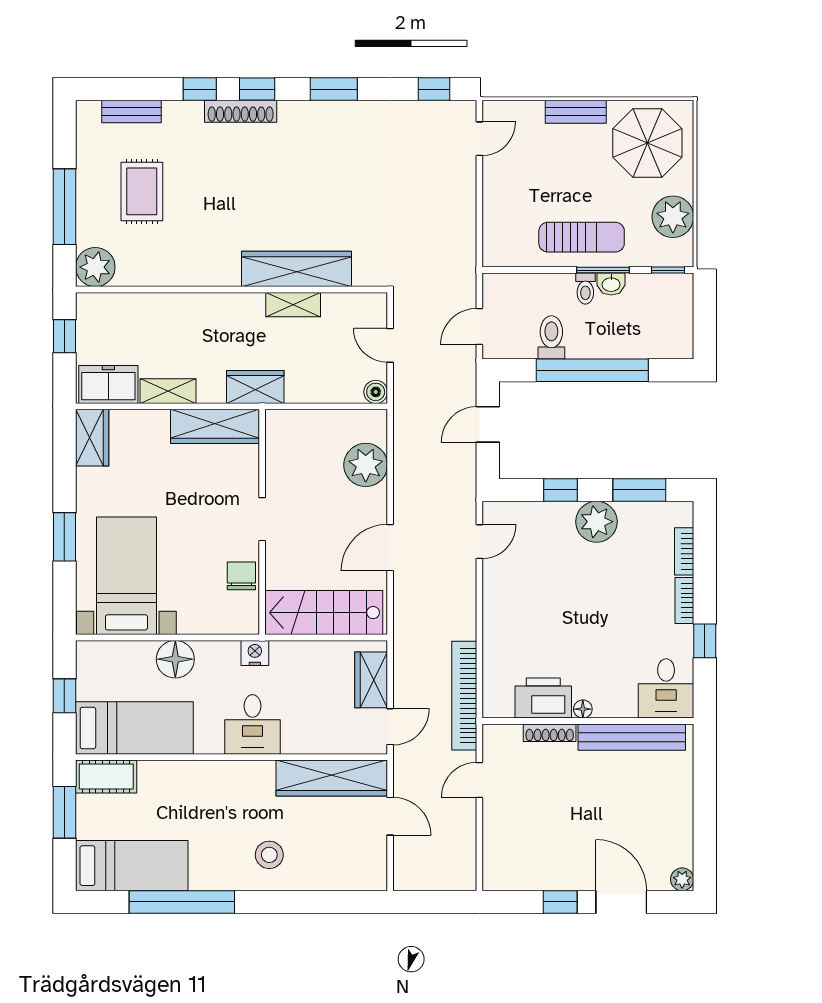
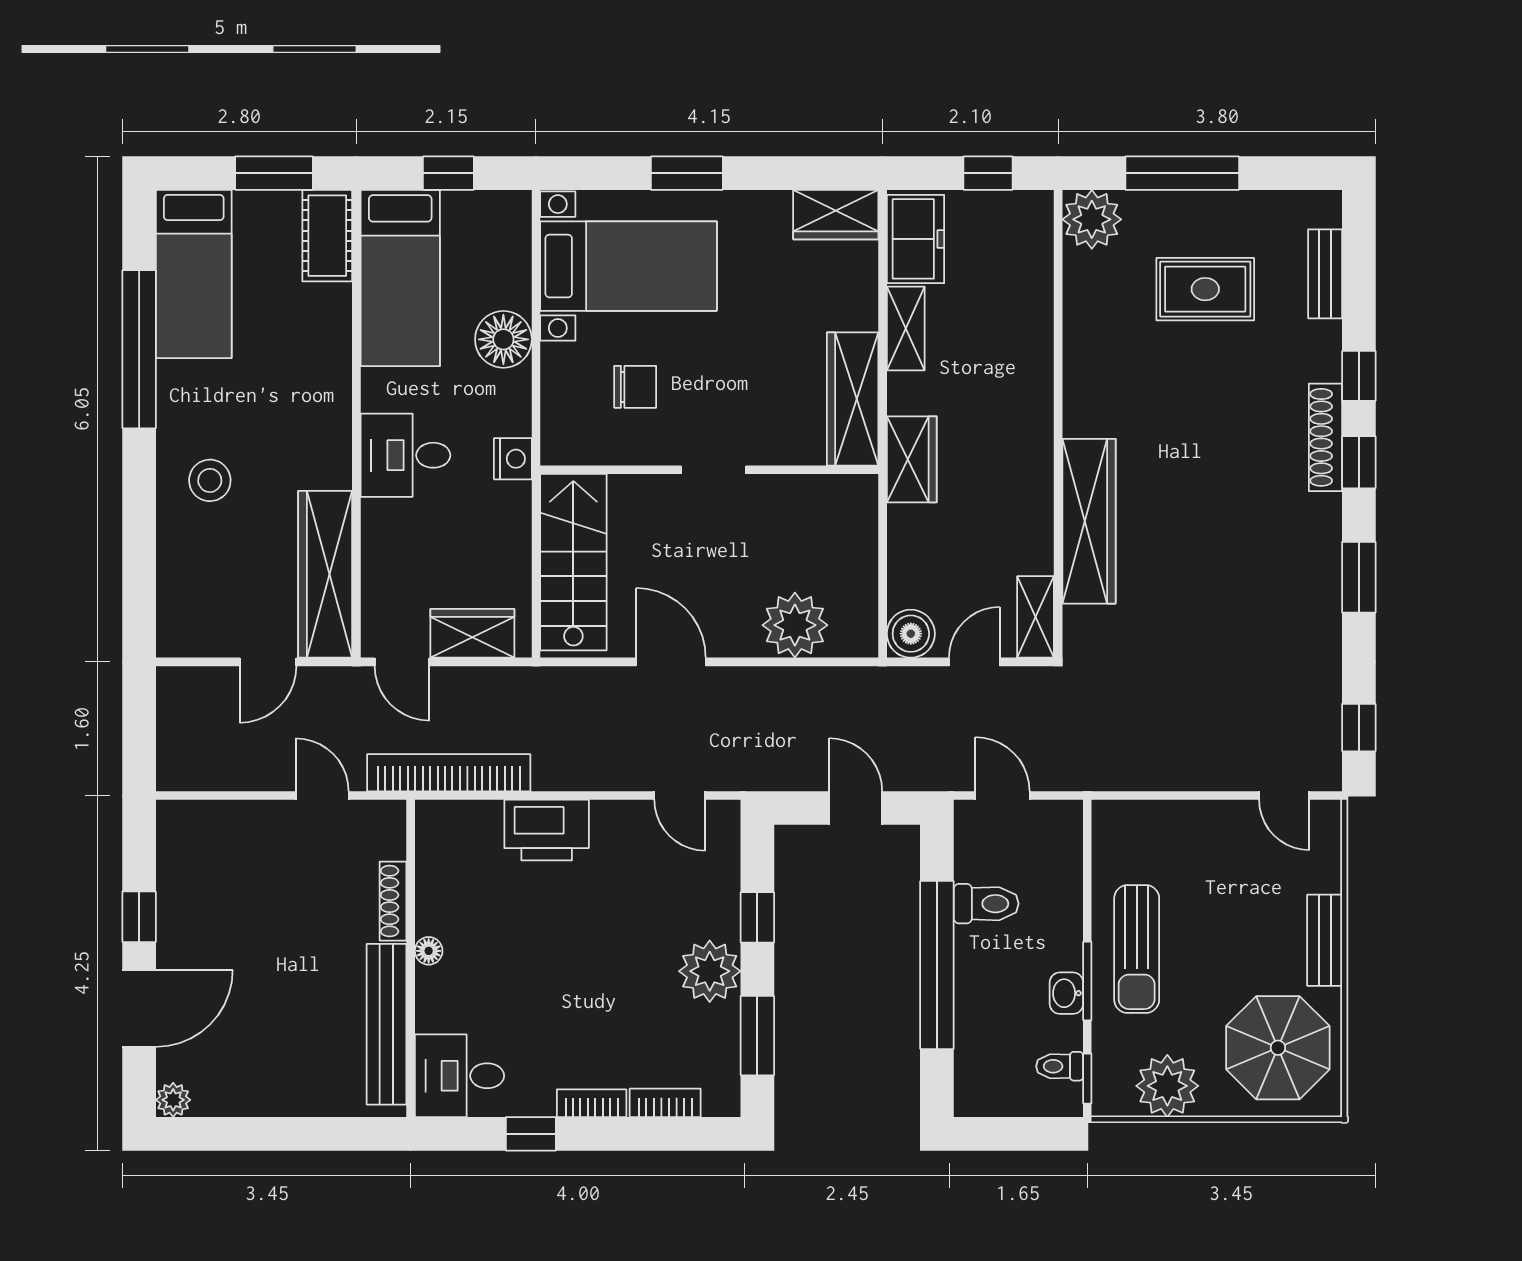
toilet: (585, 288) -> (1060, 1066), moved
shelving: (293, 305) -> (1036, 617), moved
boiler: (376, 392) -> (911, 634), width x1.36, depth x1.36
chair: (241, 576) -> (635, 387), moved
printer: (543, 698) -> (547, 830), moved, turned 90

